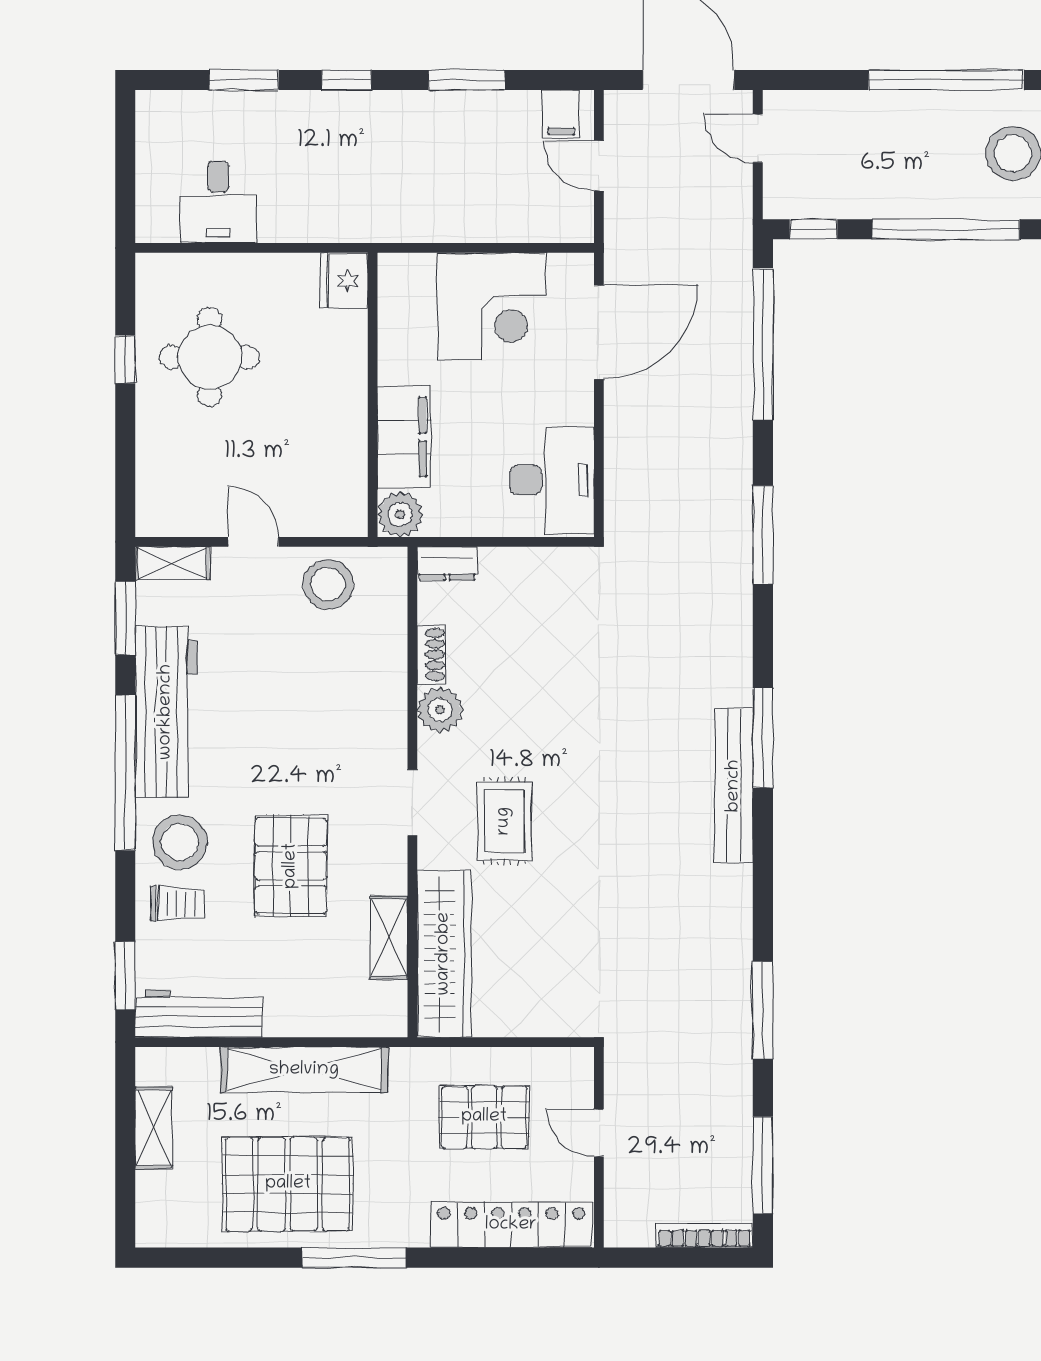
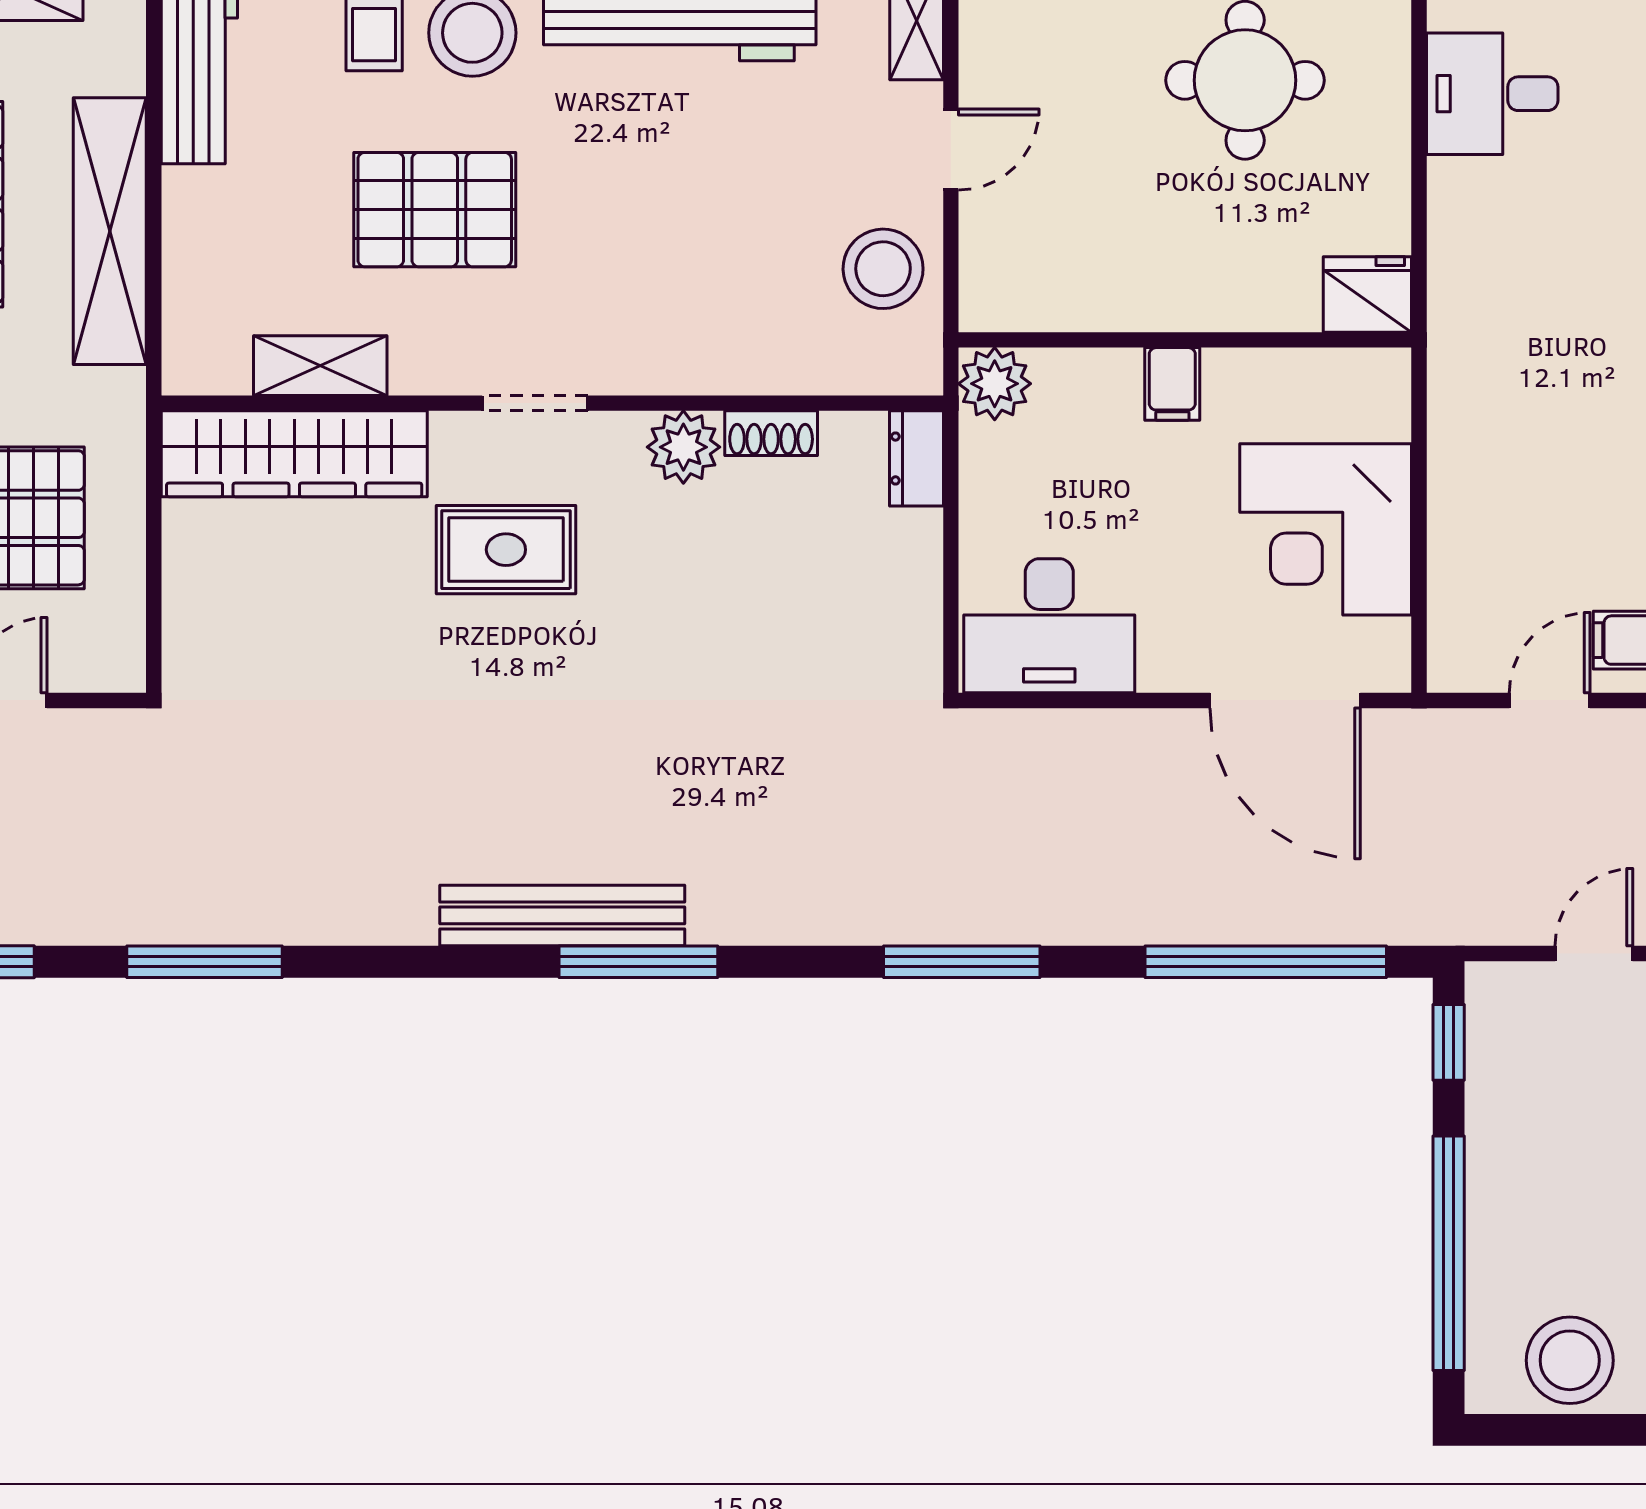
filing cabinet: (404, 437) -> (1172, 384), width x0.33, depth x0.86

